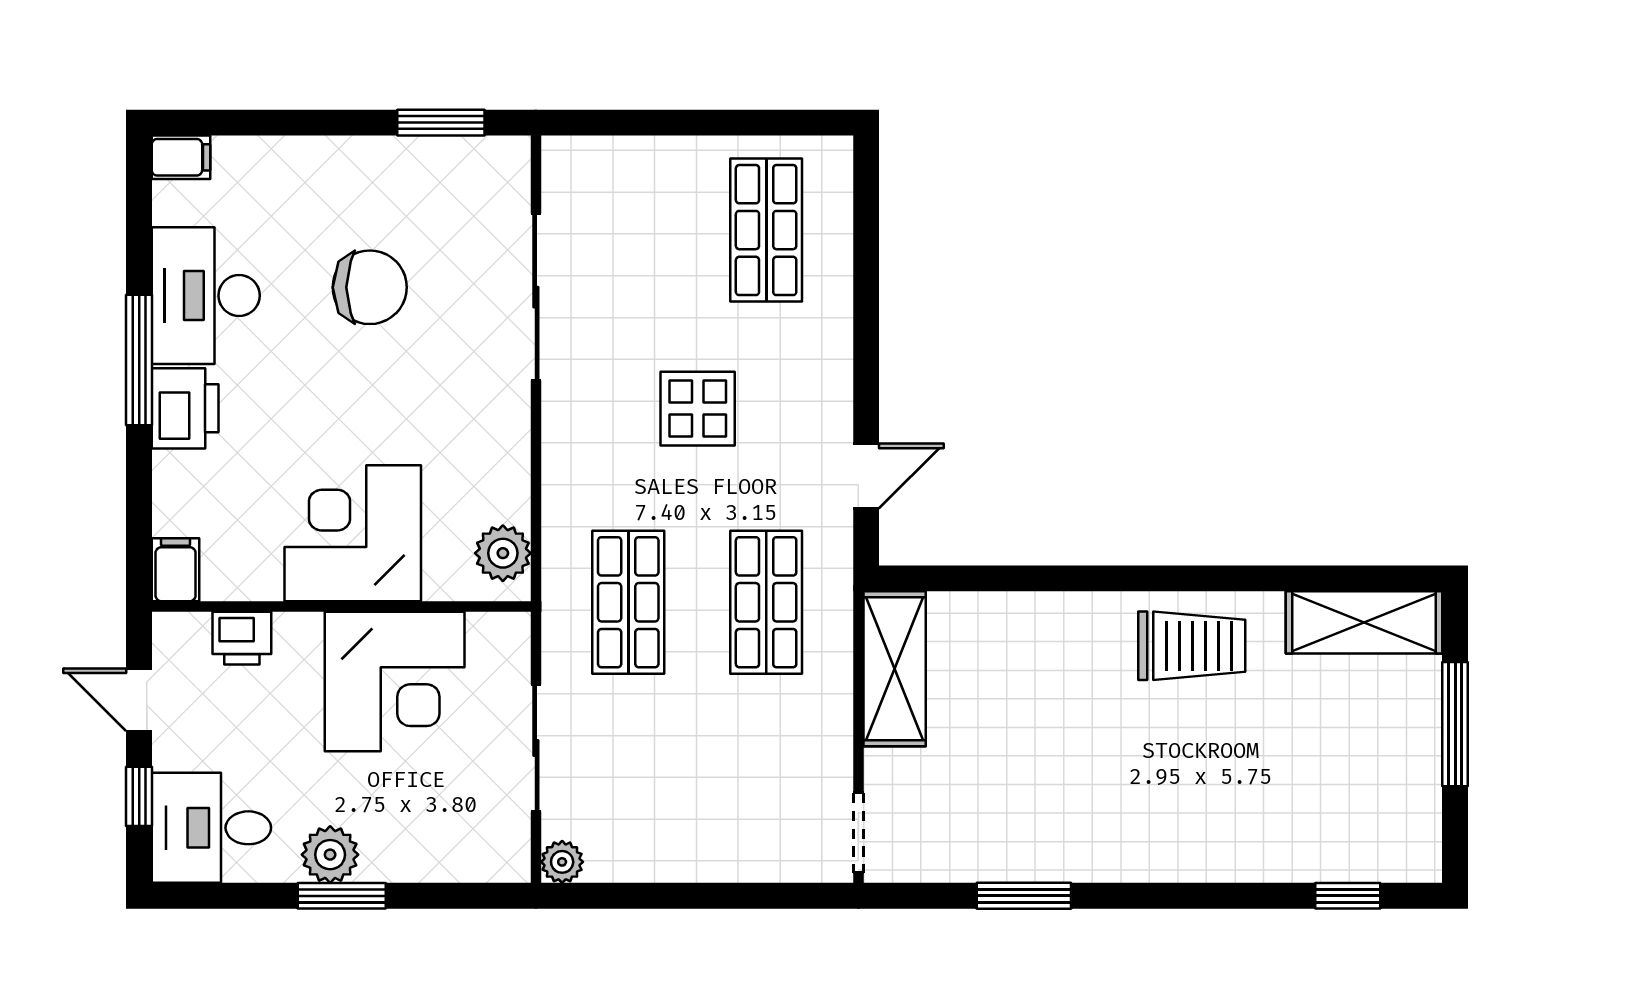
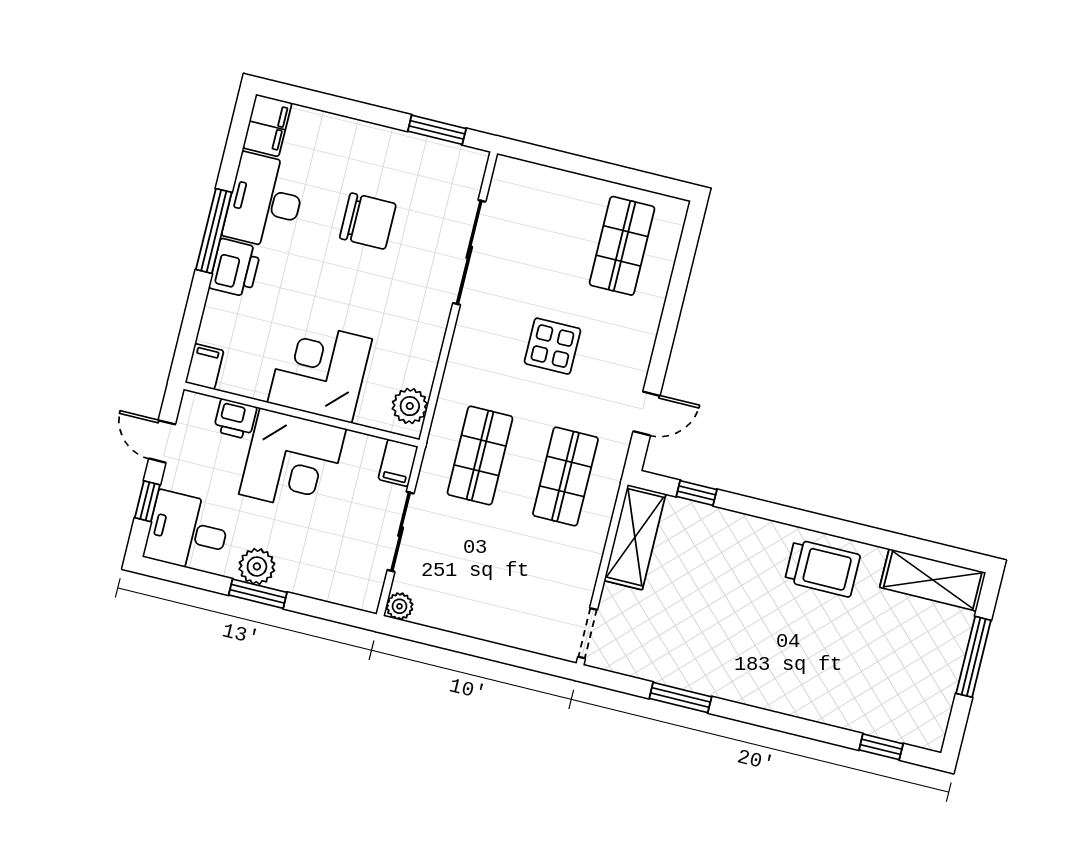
filing cabinet: (181, 157) -> (267, 125), width x2.00
window: (972, 578) -> (697, 493), added
filing cabinet: (506, 644) -> (398, 463), added
corner desk: (395, 681) -> (292, 461), moved

